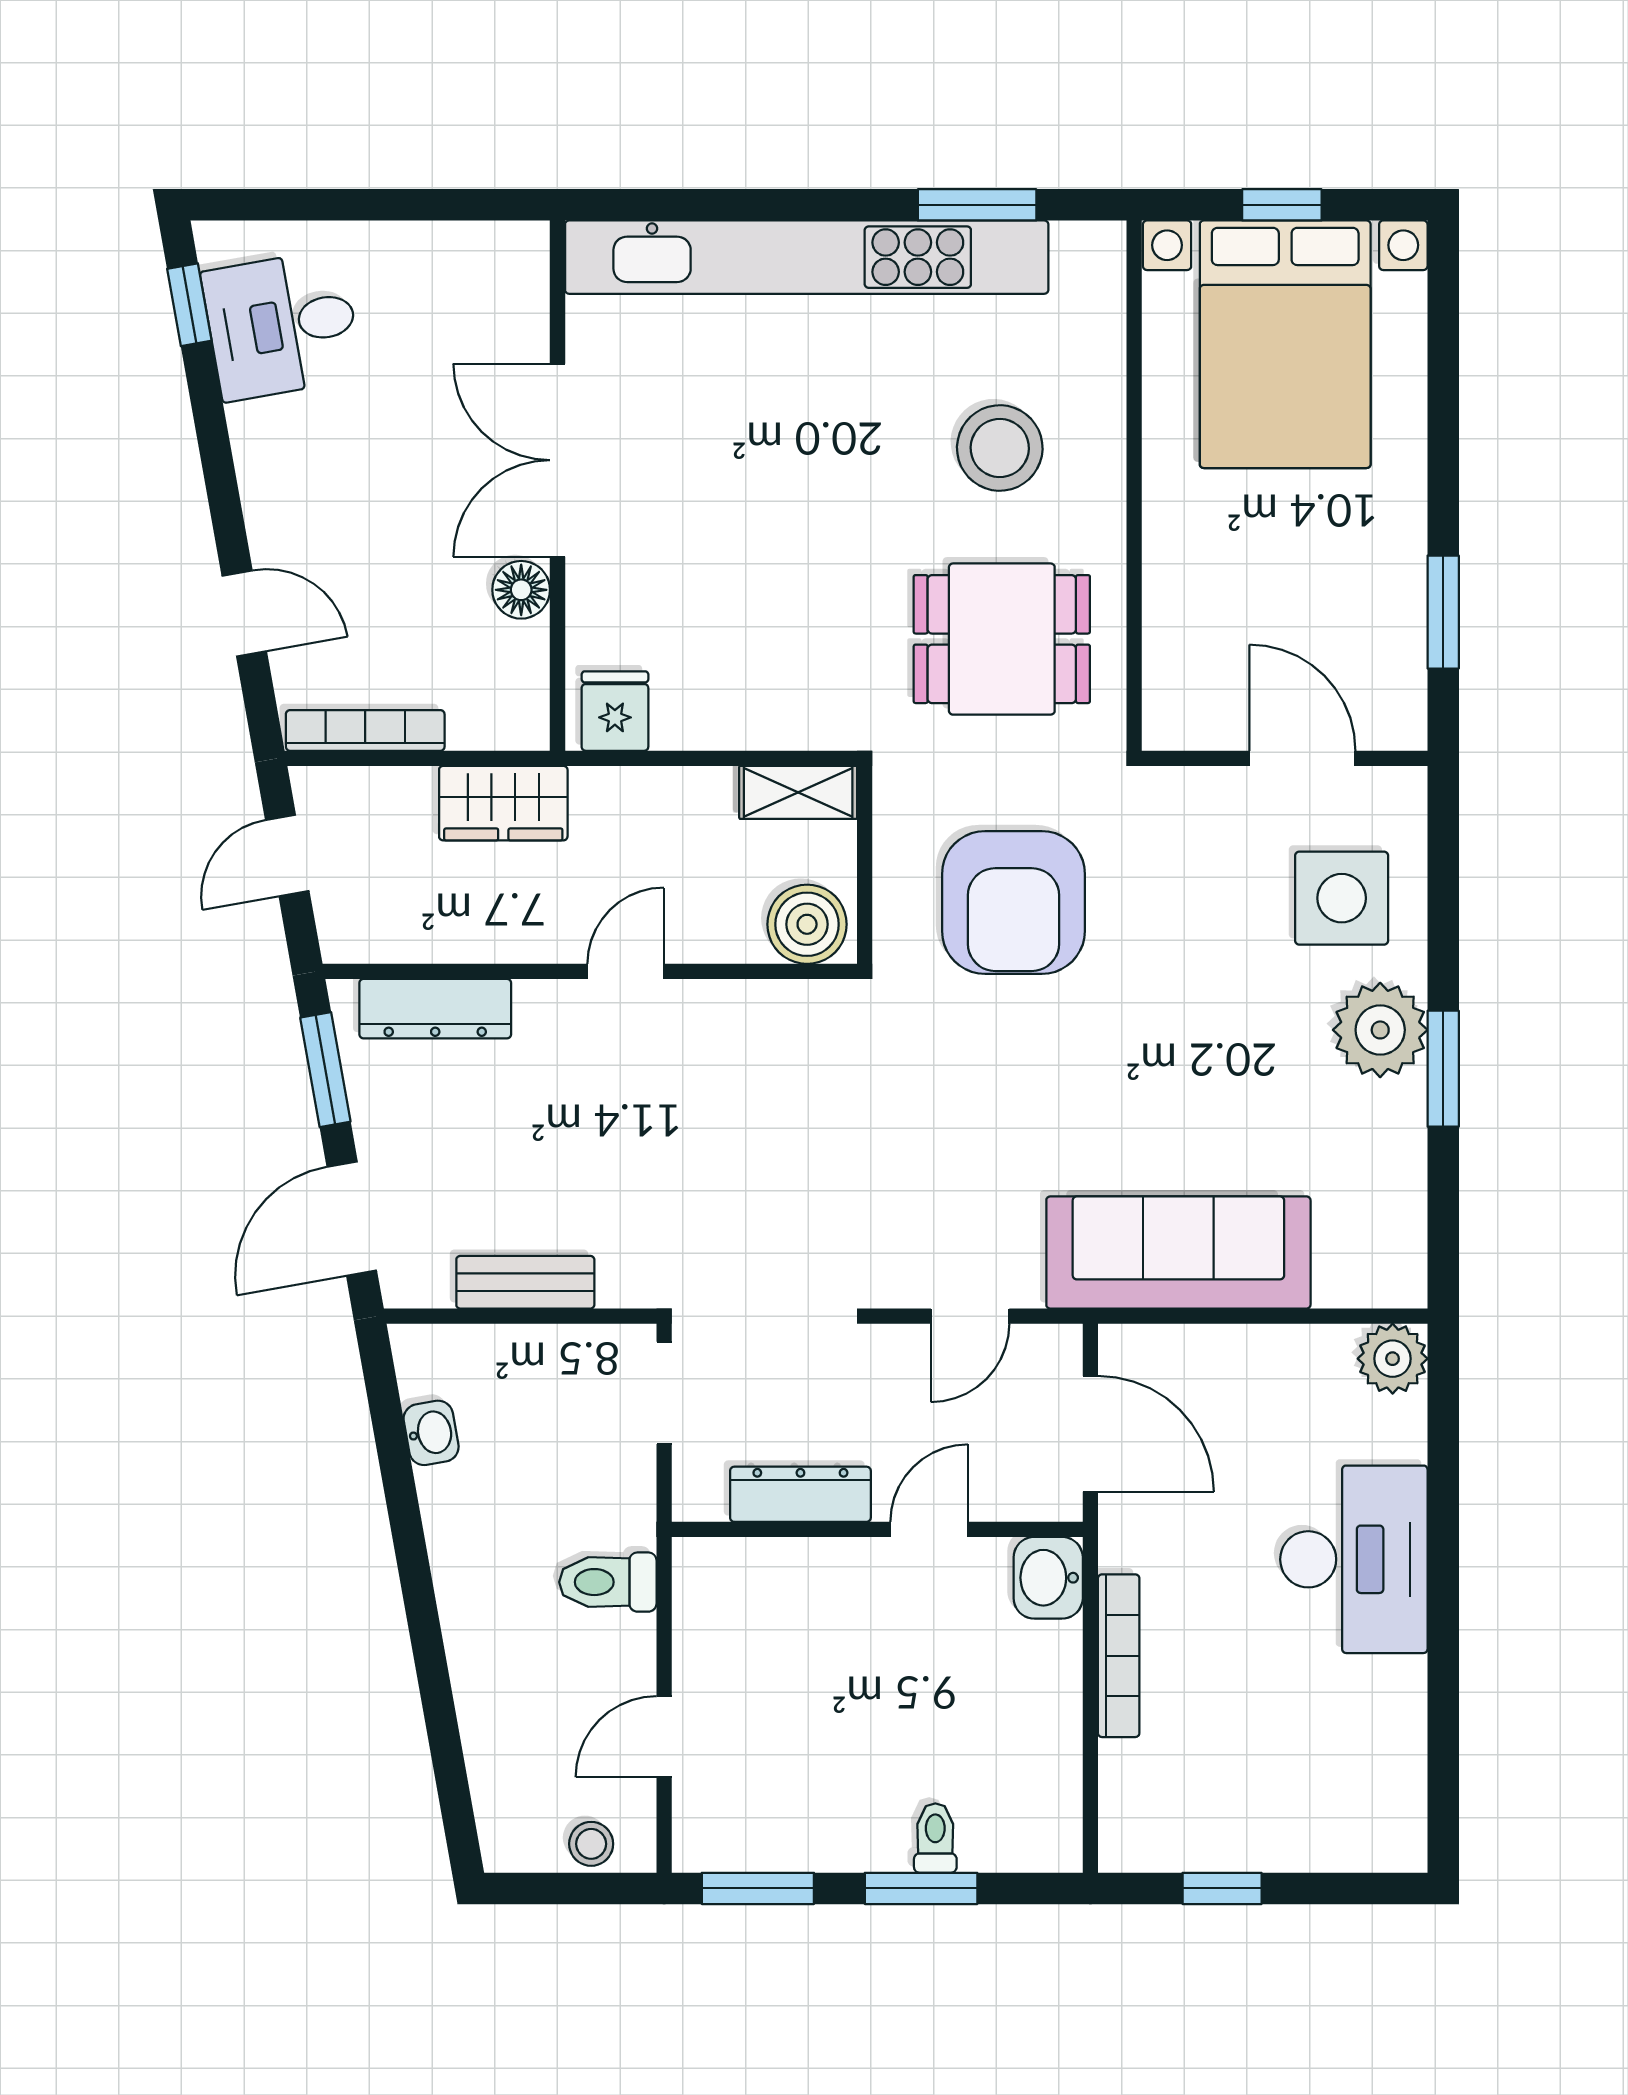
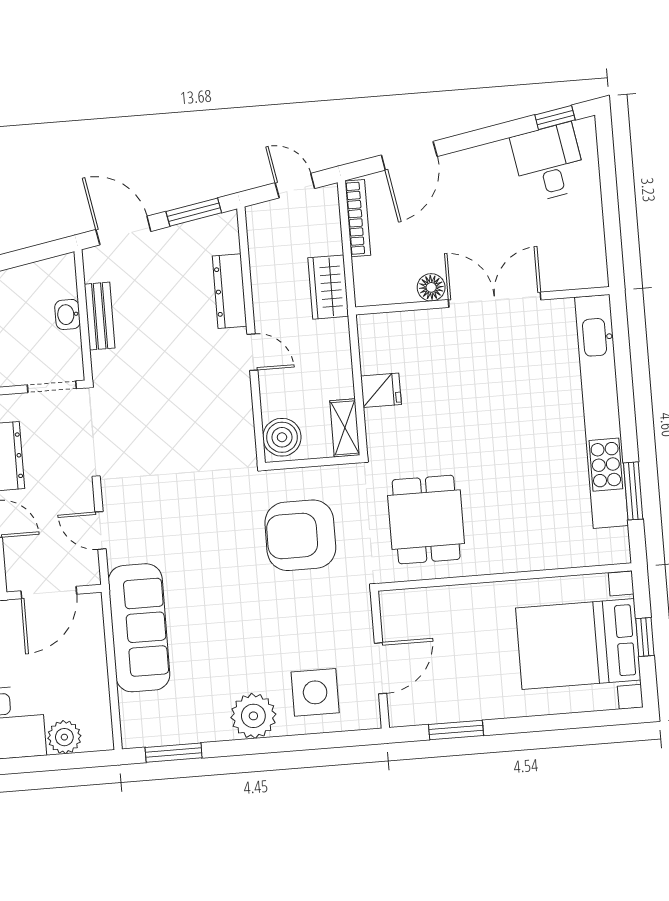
stool: (1000, 448) -> (518, 511), removed
door: (244, 613) -> (409, 156), width x1.38
fridge: (615, 711) -> (381, 390), moved
dresser: (435, 1009) -> (230, 291), moved
window: (1443, 1069) -> (174, 753), moved
plant: (1393, 1359) -> (64, 737), moved
washbasin: (431, 1433) -> (67, 314), moved, turned 100

